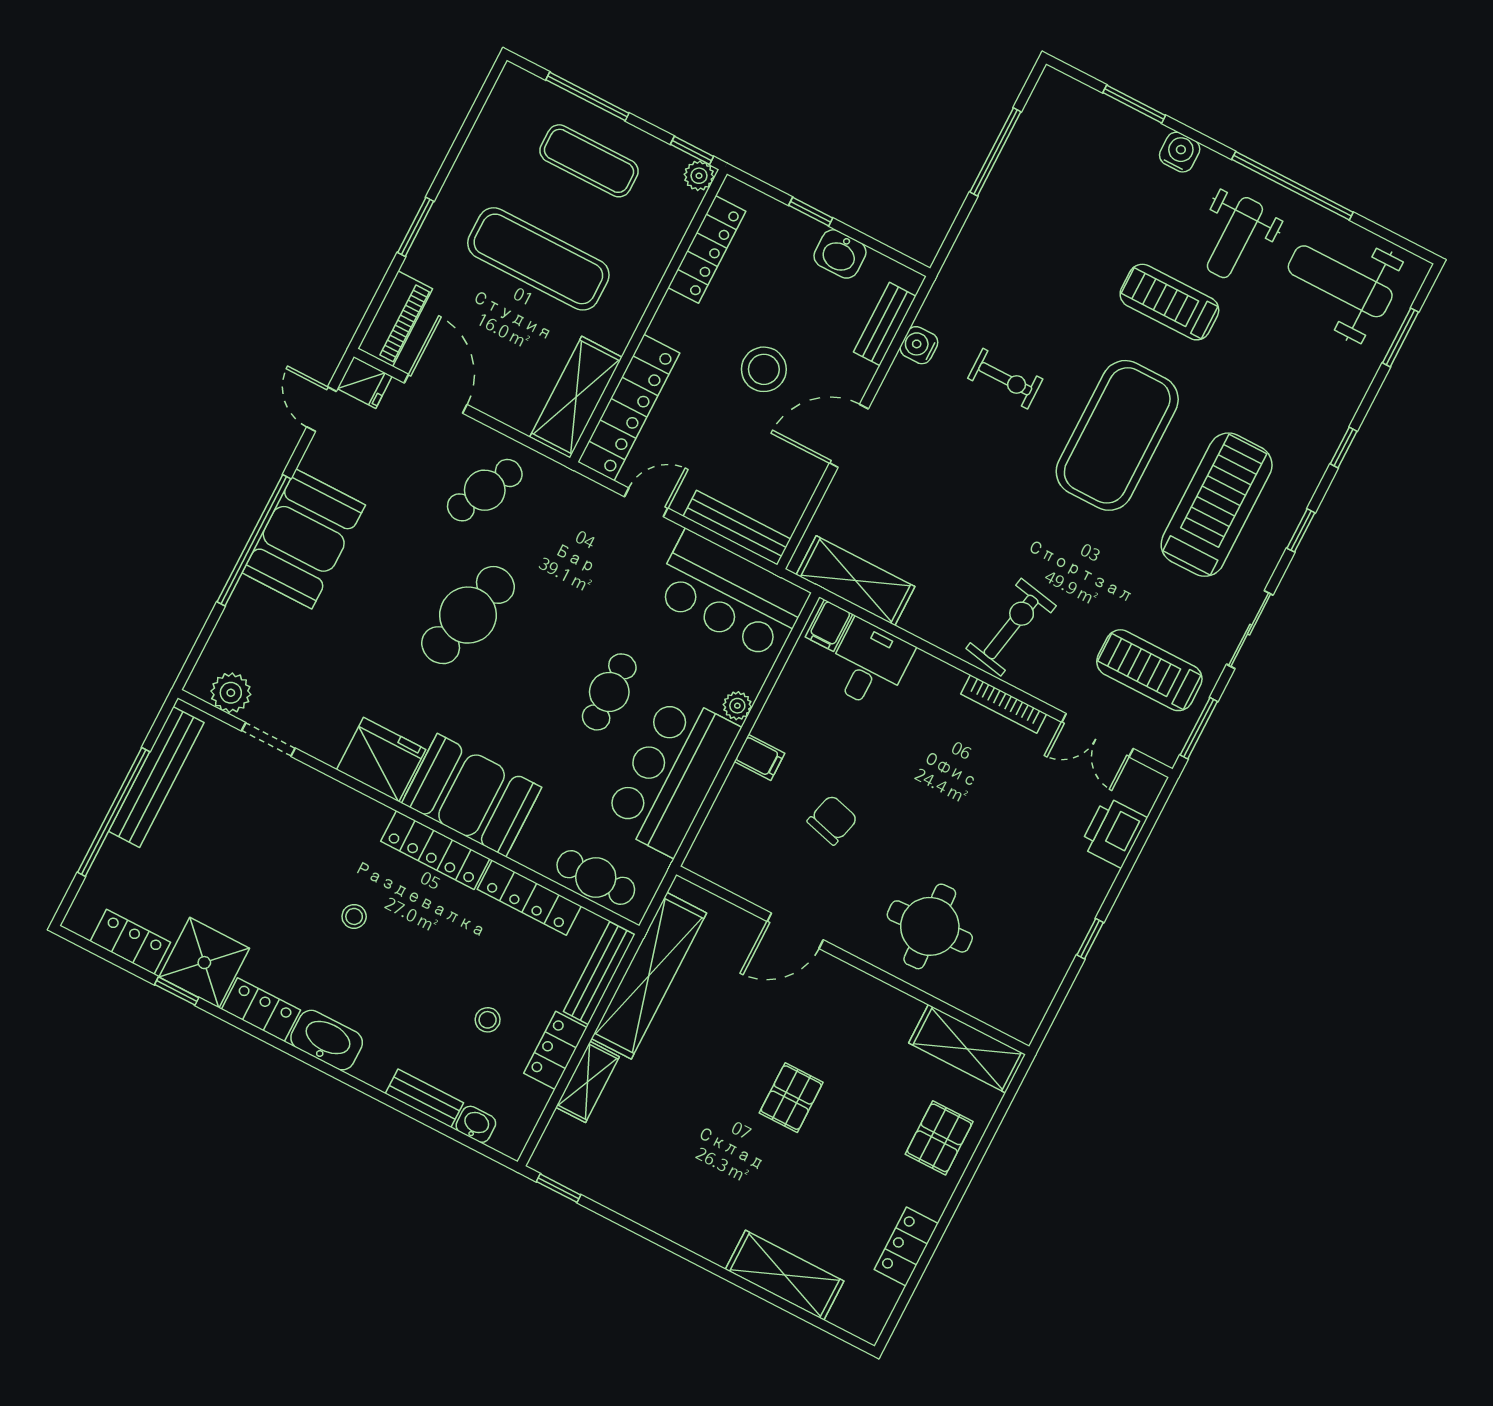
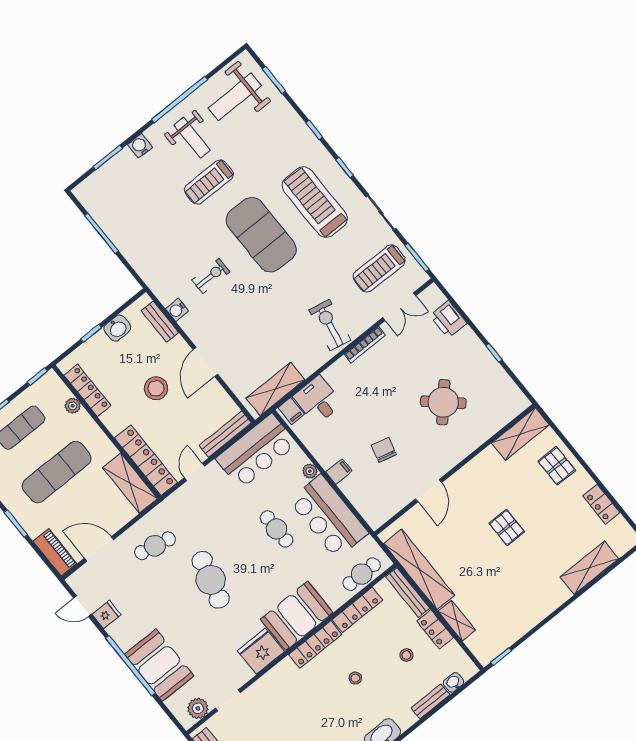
plant: (699, 176) -> (73, 406), moved
fridge: (365, 382) -> (107, 615), moved
cafe table: (485, 490) -> (155, 546), turned 75
booth: (304, 539) -> (159, 665), moved
stool: (354, 916) -> (355, 678), moved
round table: (930, 926) -> (443, 402), moved, turned 45

